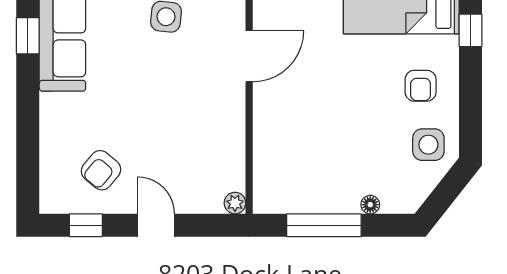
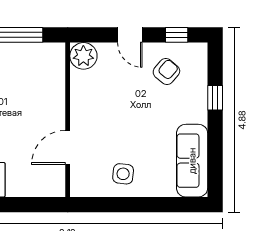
window: (28, 36) -> (215, 98), moved
plant: (235, 203) -> (83, 56), width x1.88, depth x1.88

